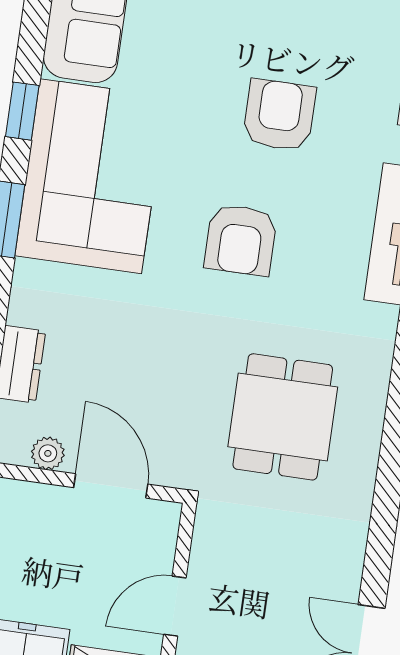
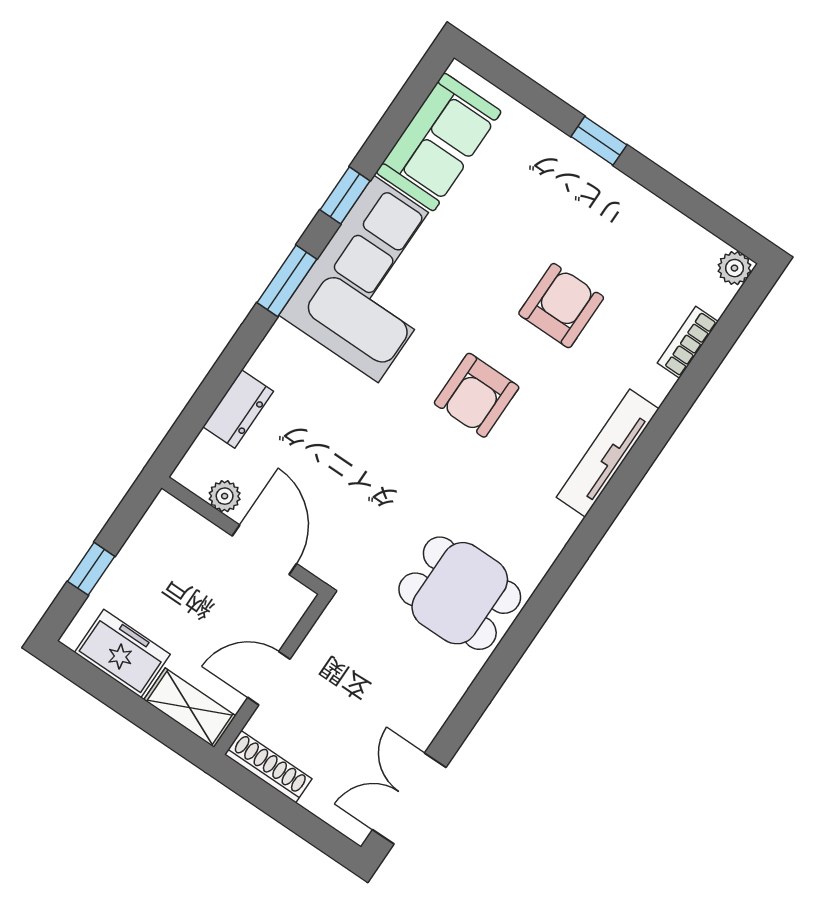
dining table: (283, 417) -> (460, 593), moved, turned 90

